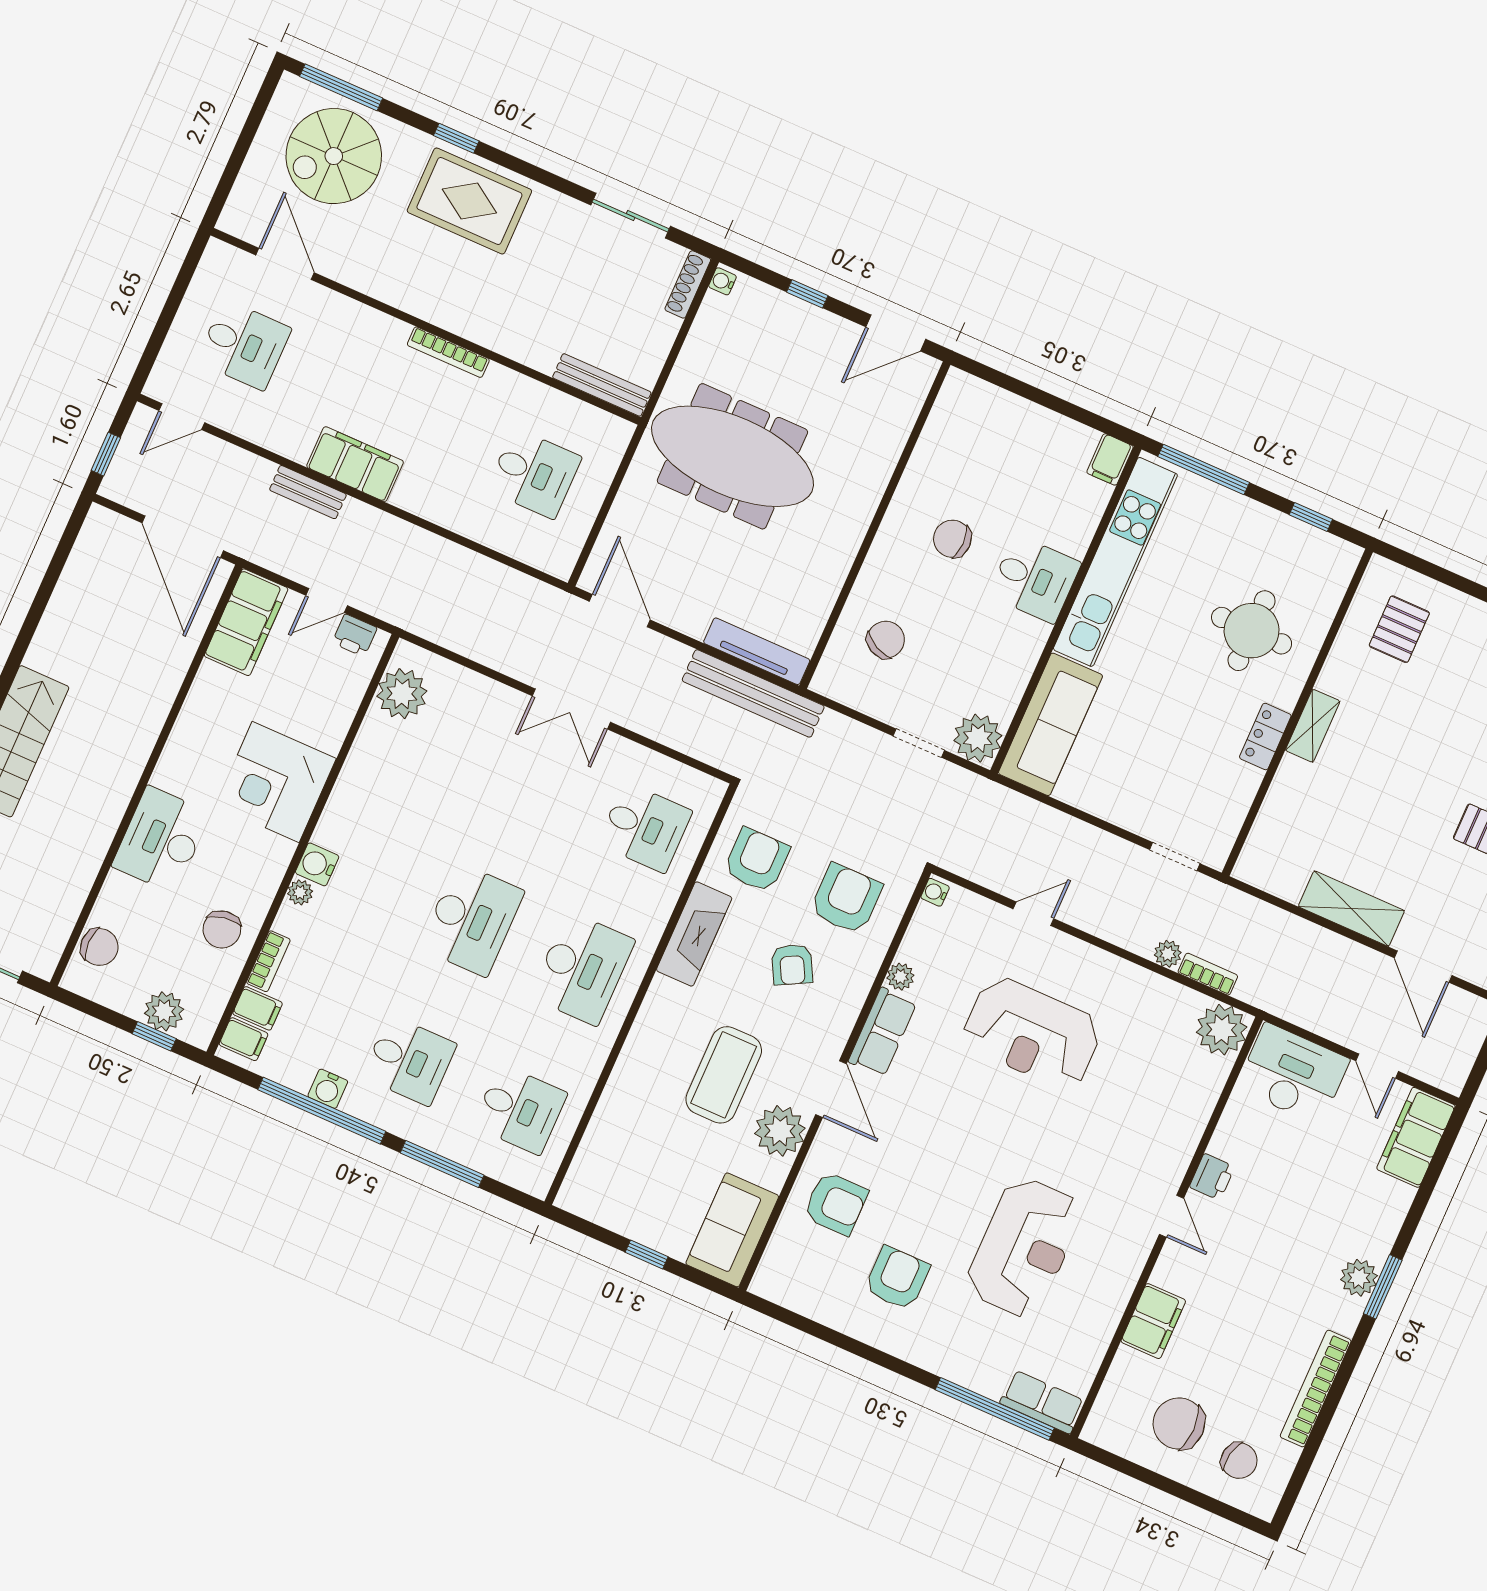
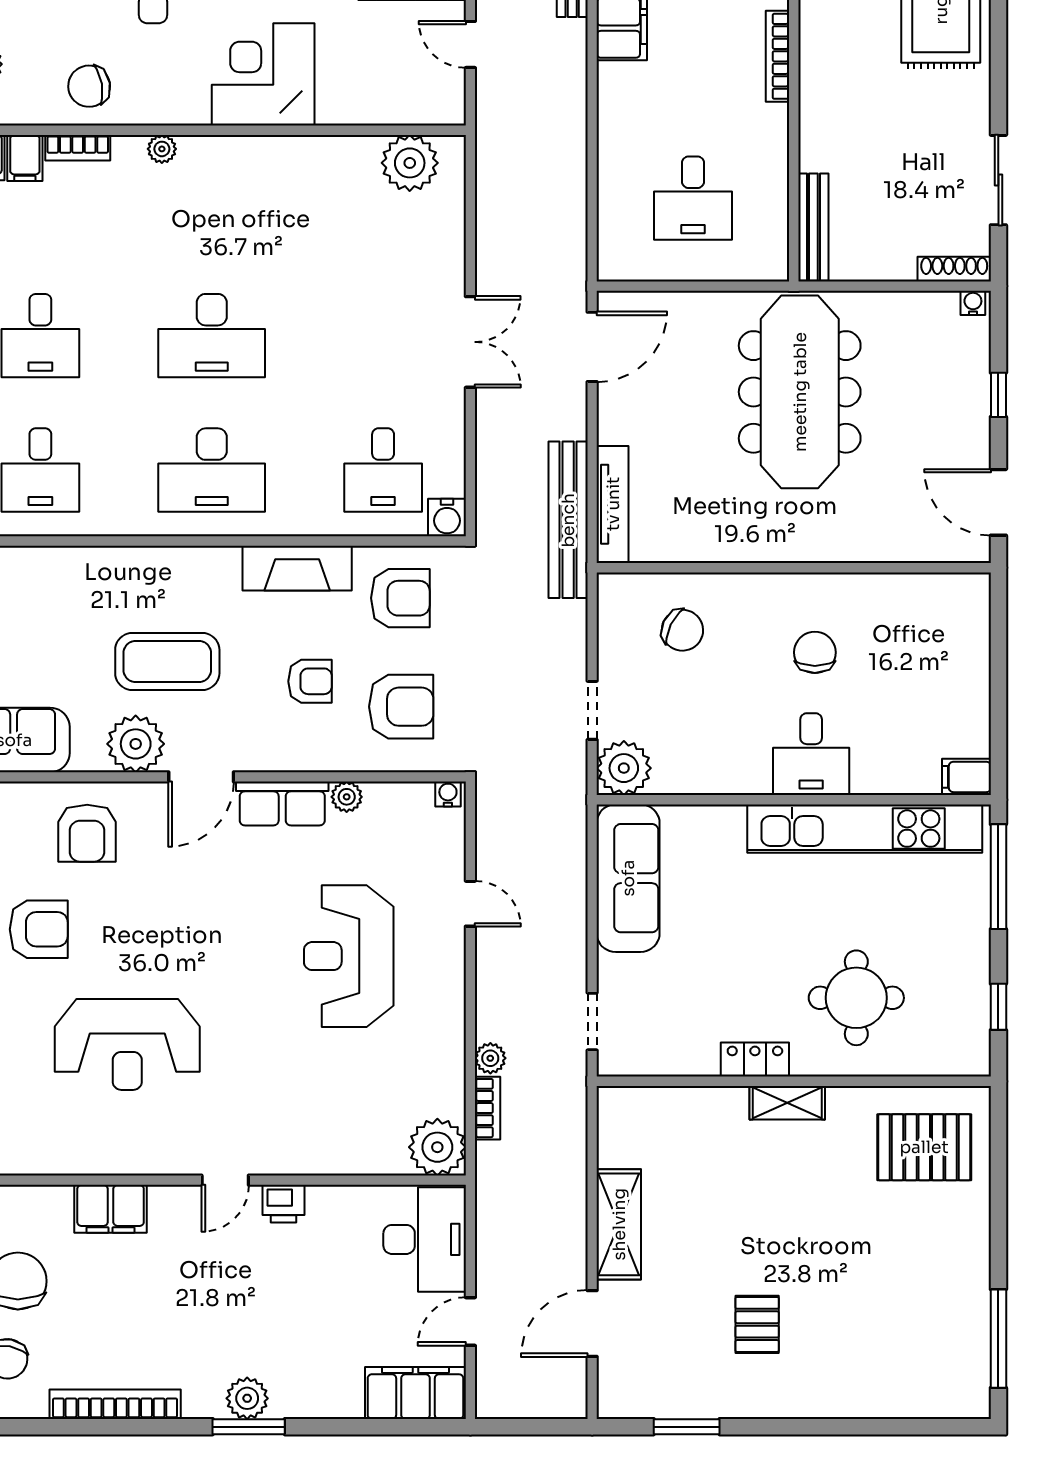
pallet: (1399, 629) -> (924, 1147), width x1.50, depth x1.42
printer: (355, 635) -> (448, 89), removed
double door: (571, 709) -> (470, 342), swing flipped
sofa: (1050, 724) -> (628, 878), moved, turned -90
water cooler: (317, 864) -> (447, 518), moved, turned 180
armchair: (792, 965) -> (310, 681), turned -152

